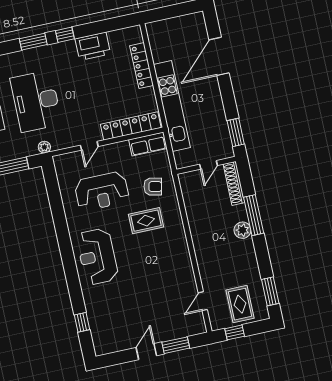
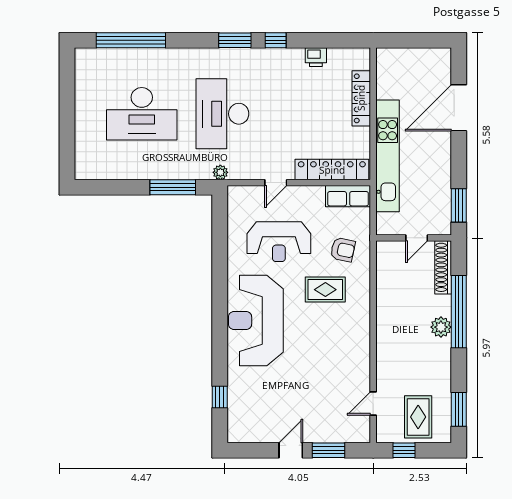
printer: (93, 46) -> (316, 57), width x0.53, depth x0.68
window: (254, 215) -> (459, 312), width x1.46
reception desk: (97, 256) -> (256, 320), width x1.36, depth x1.30

